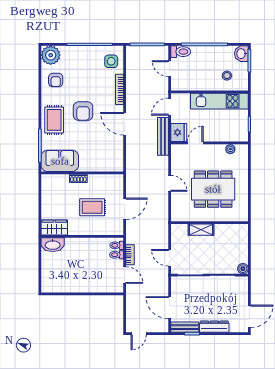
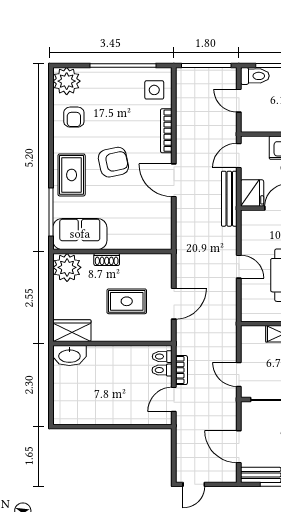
armchair: (83, 111) -> (113, 162), turned -102
plant: (51, 184) -> (67, 267), added
door: (125, 275) -> (174, 399), swing flipped

